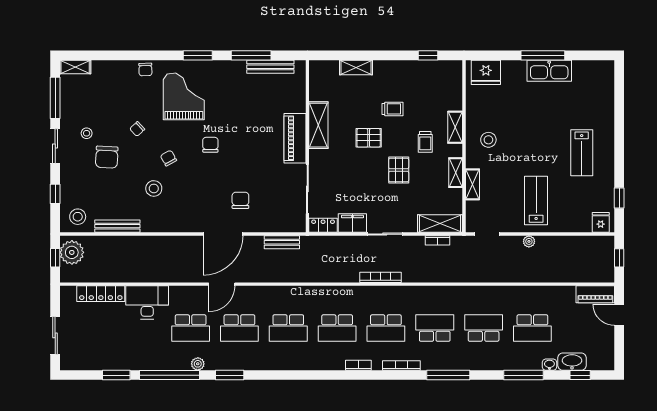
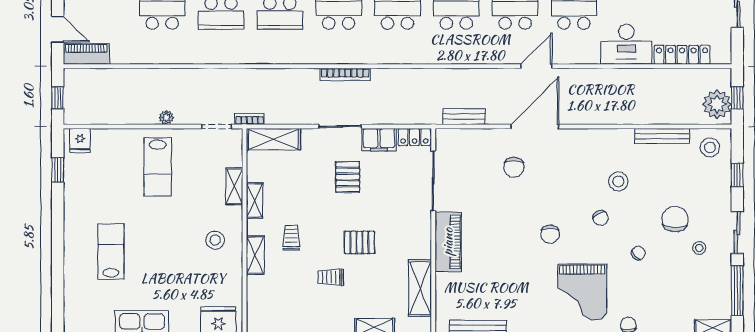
shelving: (318, 125) -> (420, 288), moved
lab bench: (582, 153) -> (111, 252), moved
pallet: (399, 170) -> (348, 177), moved
bookcase: (438, 240) -> (250, 119), moved

